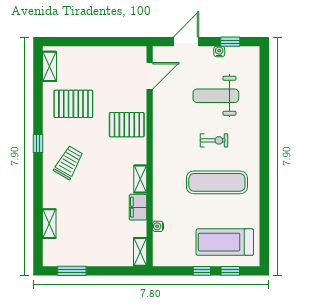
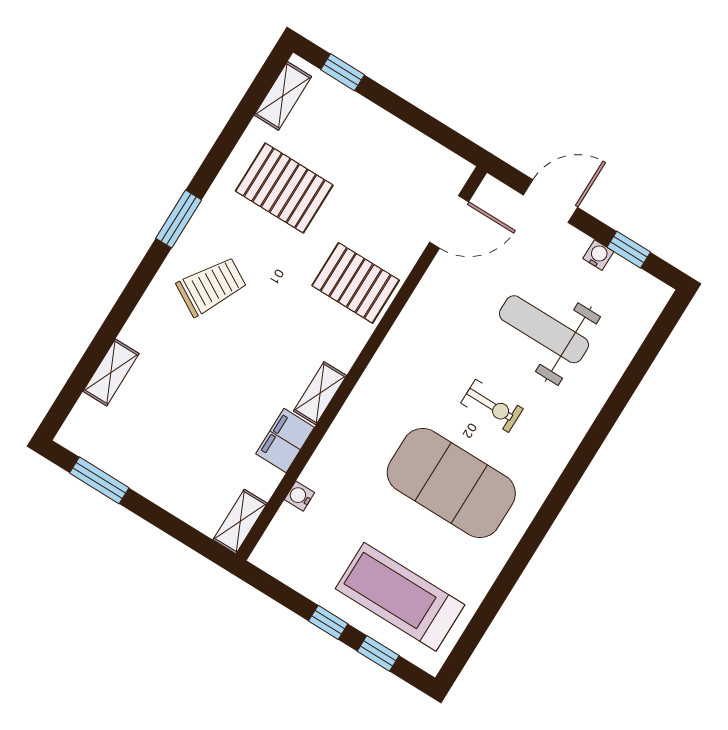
window: (68, 42) -> (343, 72), added
window: (38, 143) -> (179, 219), width x1.50
exercise mat: (217, 182) -> (451, 483), width x1.47

